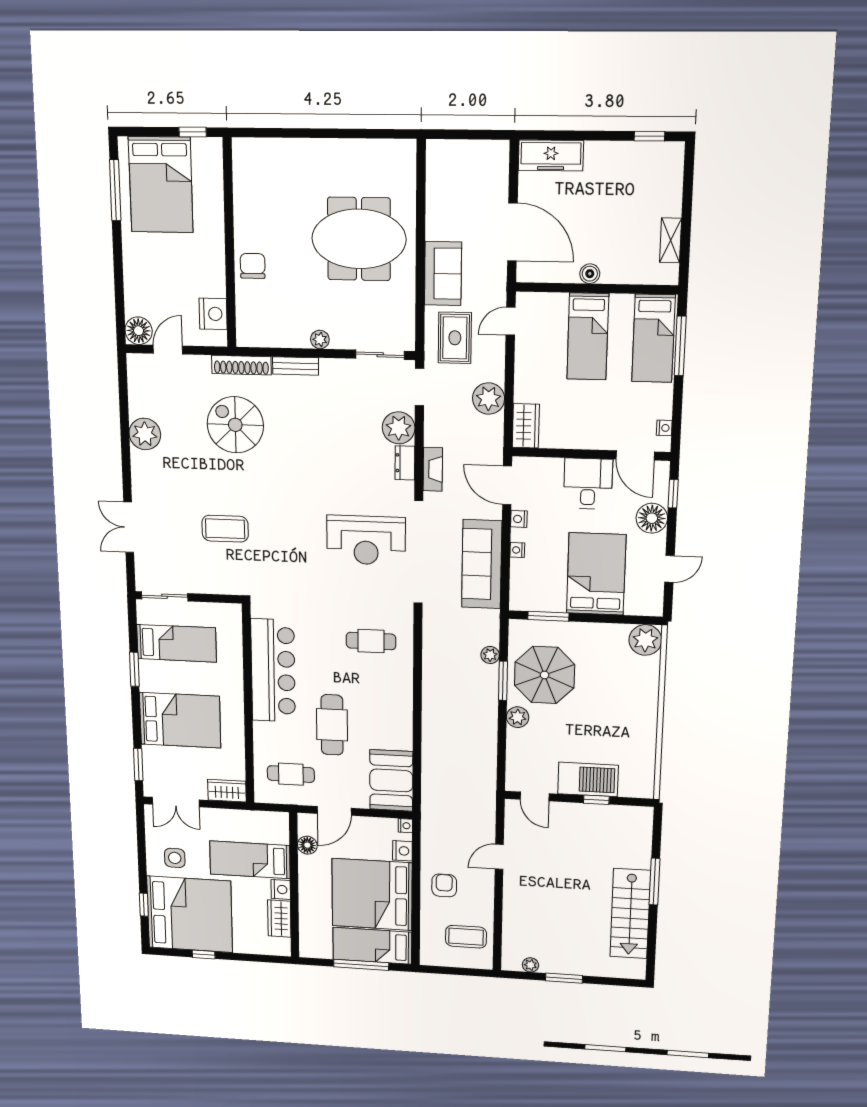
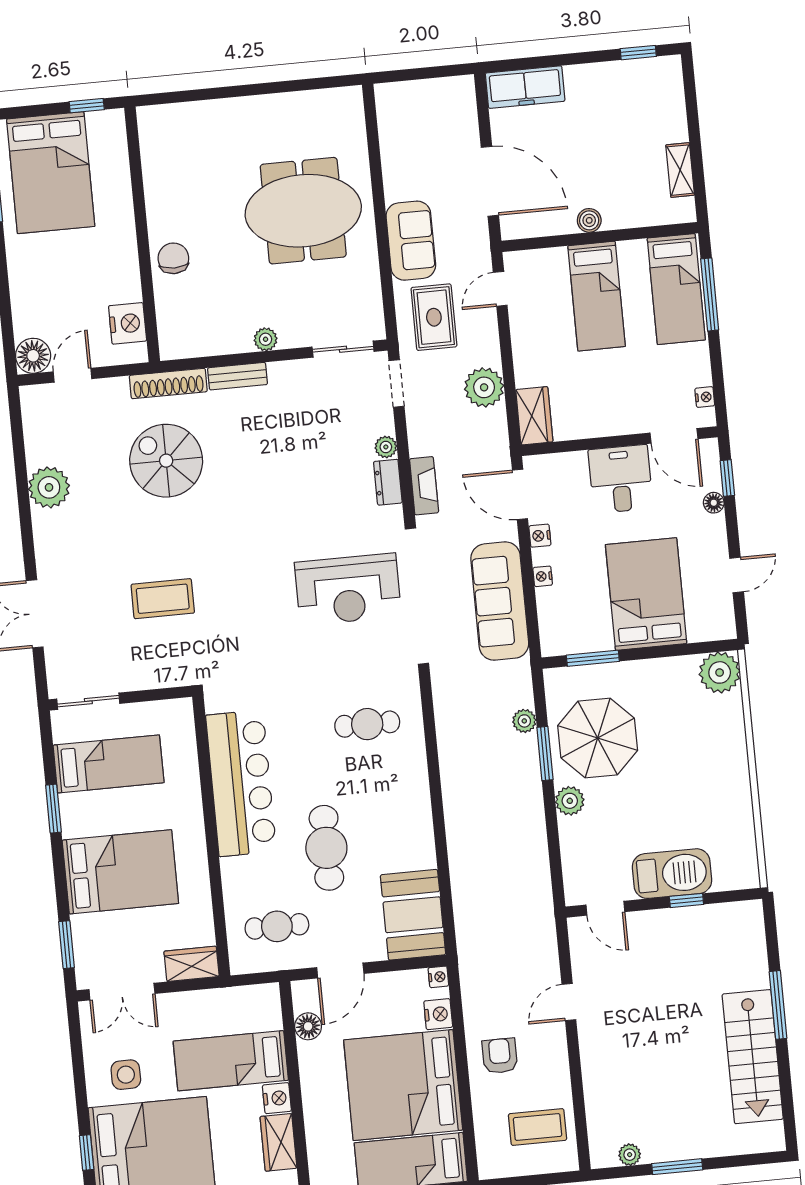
plant: (399, 428) -> (386, 447), width x0.53, depth x0.53
floor lamp: (652, 518) -> (714, 503), width x0.53, depth x0.53

